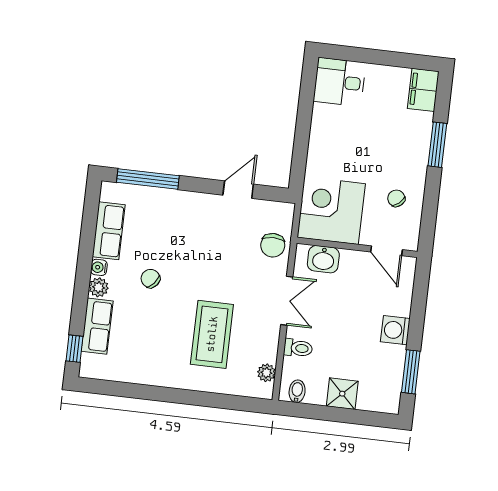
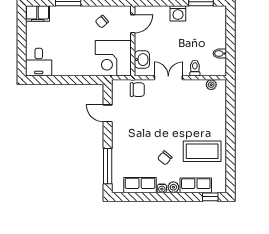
coffee table: (212, 334) -> (202, 151), moved
bidet: (297, 391) -> (220, 53), moved
shower: (342, 394) -> (218, 40), removed

